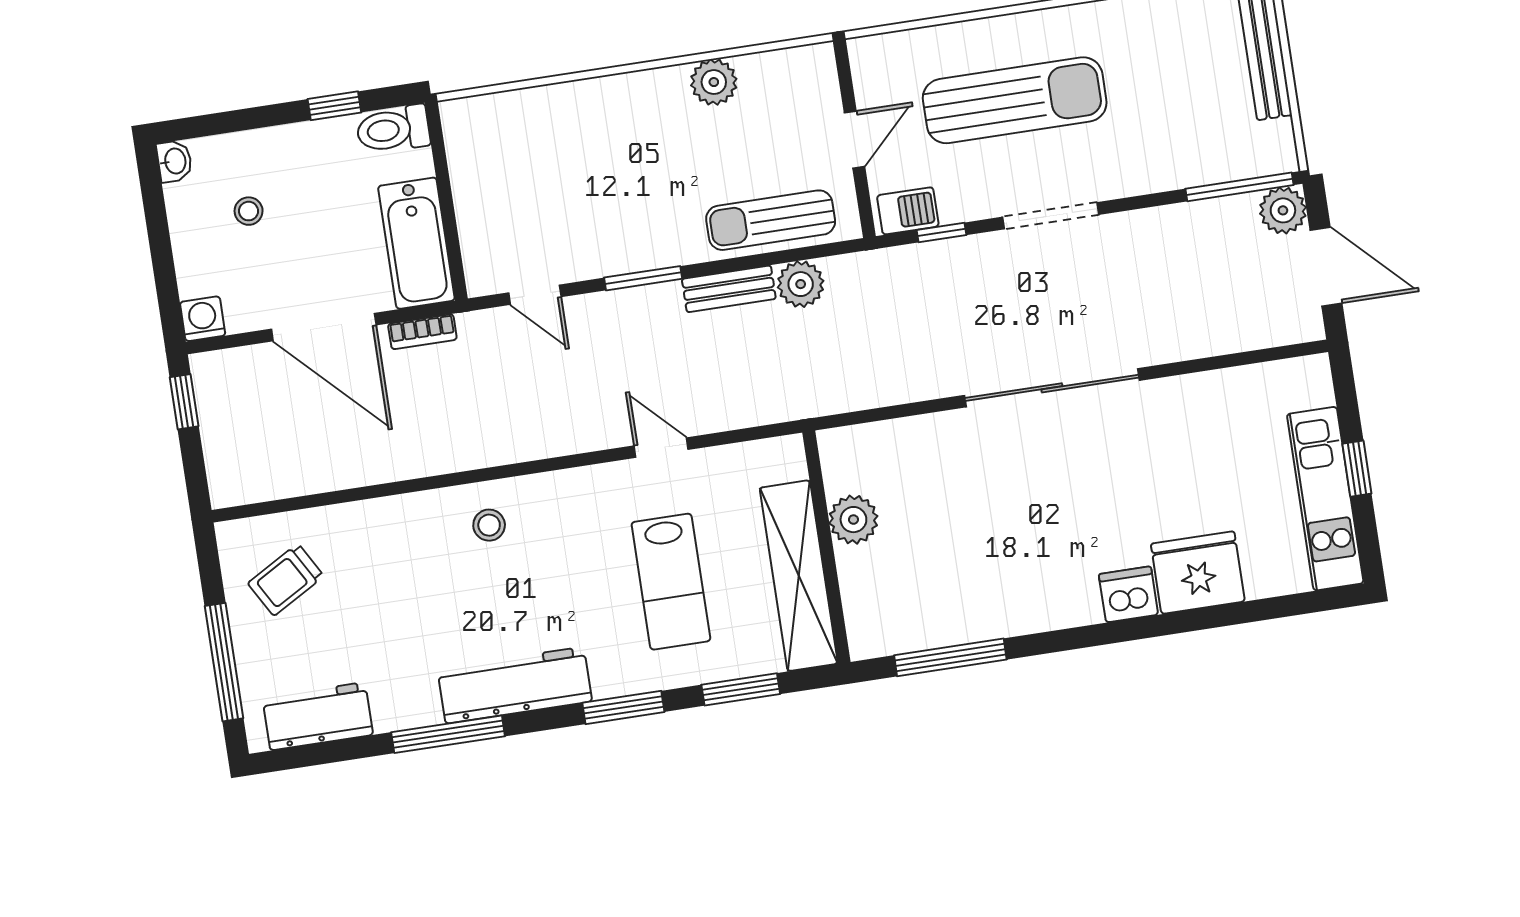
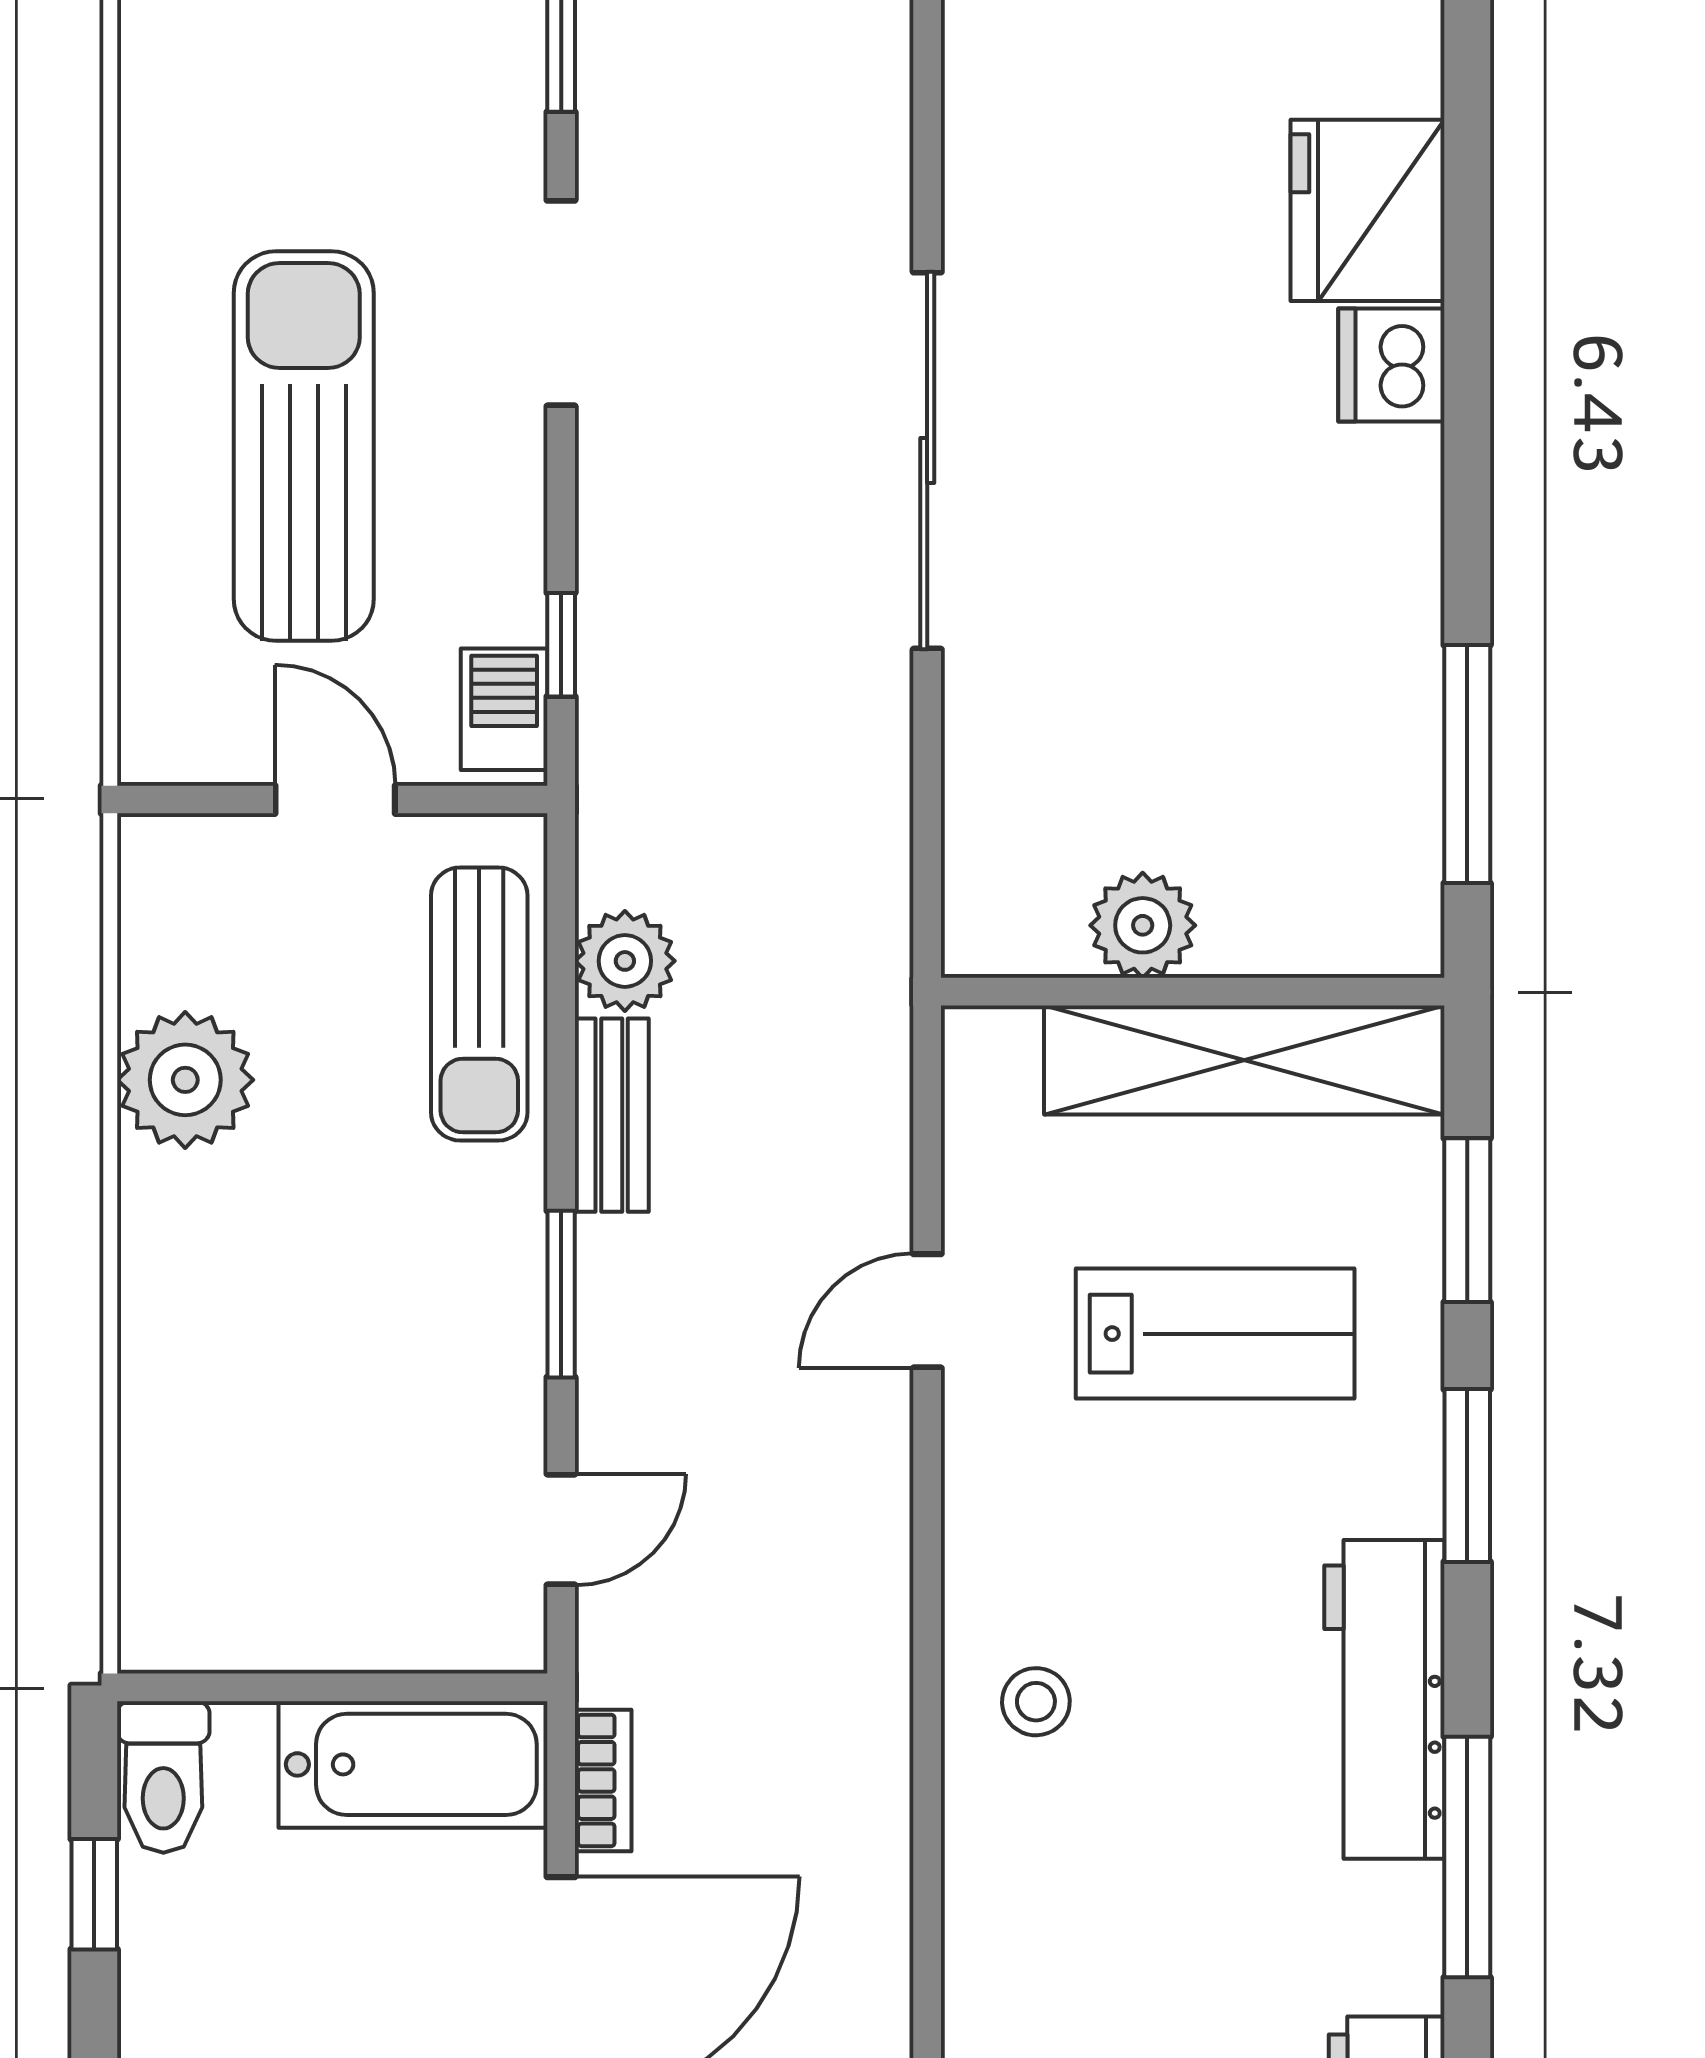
plant: (714, 82) -> (185, 1080), width x1.36, depth x1.36
doorway: (1051, 216) -> (561, 303), moved

